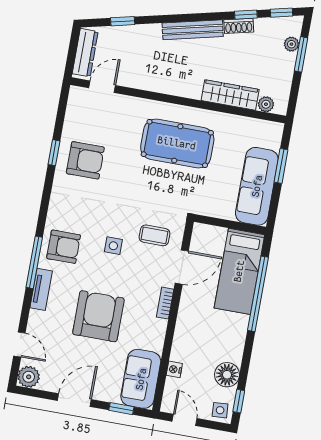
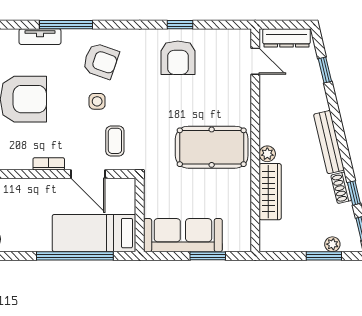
plant: (266, 104) -> (267, 154), moved
pool table: (177, 143) -> (212, 147), turned 90
armchair: (64, 247) -> (101, 61), moved, turned -71

